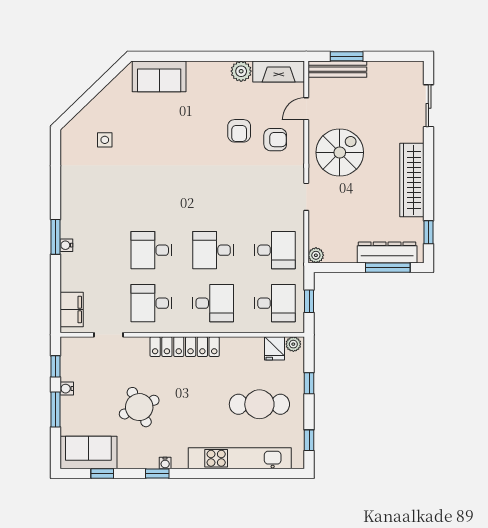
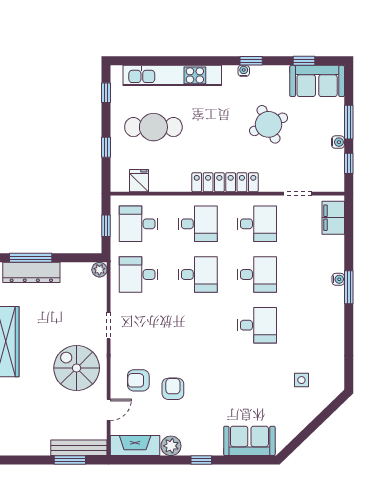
window: (210, 56) -> (201, 460), added
spiral stairs: (340, 152) -> (77, 368), turned 90
desk: (151, 197) -> (257, 325), added
desk: (213, 303) -> (198, 224), turned 180
plant: (293, 344) -> (121, 185), removed

